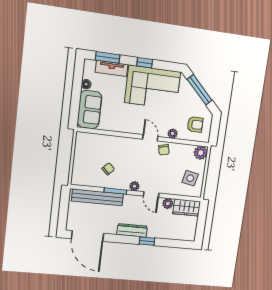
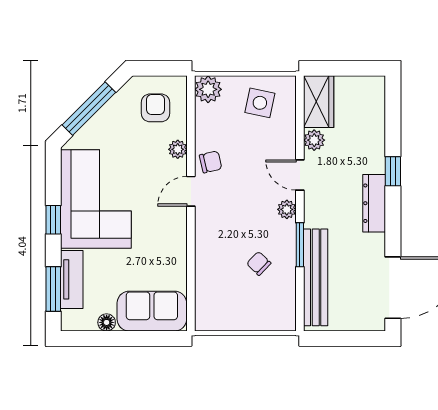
door: (151, 195) -> (300, 175), swing flipped

